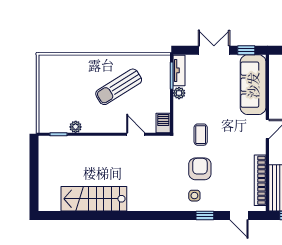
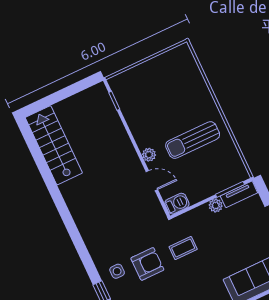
sun lounger: (119, 87) -> (193, 140), turned -58
plant: (76, 127) -> (149, 155), moved
door: (136, 134) -> (152, 181), hinge flipped
stairs: (94, 199) -> (54, 145), moved

